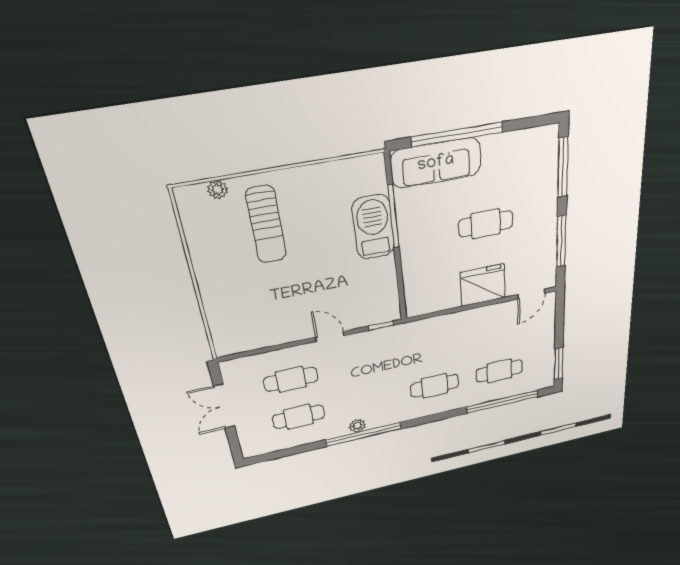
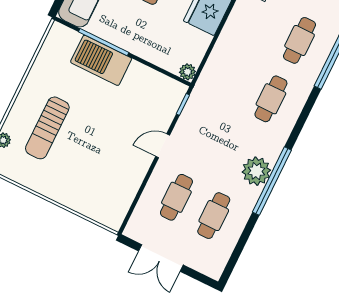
sun lounger: (266, 225) -> (47, 128), turned 90
plant: (414, 308) -> (187, 72), added
plant: (357, 426) -> (256, 171), width x1.87, depth x1.87

